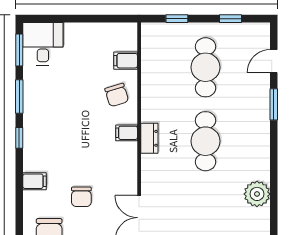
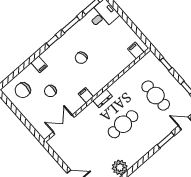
filing cabinet: (126, 61) -> (136, 51), moved
cafe table: (205, 67) -> (156, 96), turned 90
chair: (117, 95) -> (81, 58), moved
filing cabinet: (127, 133) -> (86, 95), moved

